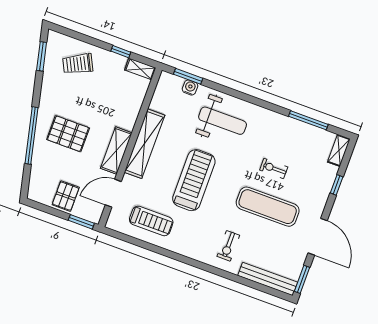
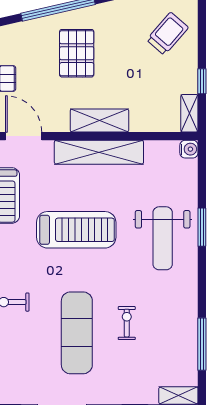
trolley: (78, 64) -> (167, 34), turned 68
window: (188, 76) -> (202, 227), moved
water cooler: (190, 87) -> (189, 149), moved
shelving: (116, 151) -> (99, 120), moved

